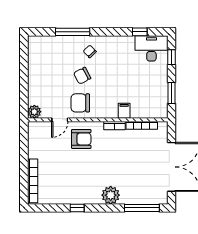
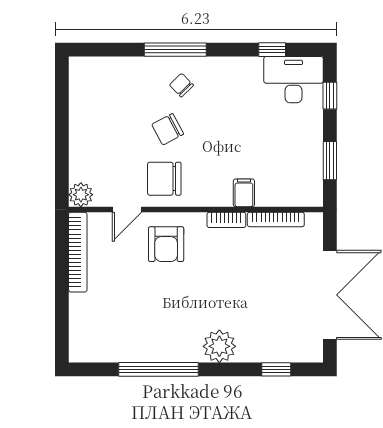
window: (73, 32) -> (175, 50), moved
armchair: (81, 139) -> (166, 244), turned 90
bookcase: (33, 181) -> (78, 252), moved
window: (77, 208) -> (159, 369), width x3.17
window: (142, 208) -> (276, 369), width x0.46

